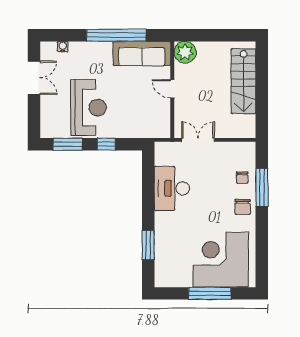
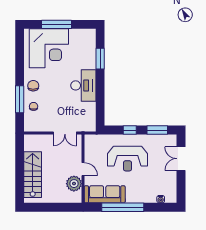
plant: (185, 52) -> (74, 184), moved
double door: (34, 78) -> (181, 159), moved
reception desk: (88, 108) -> (127, 159), moved, turned -90
desk: (172, 188) -> (83, 85), moved

